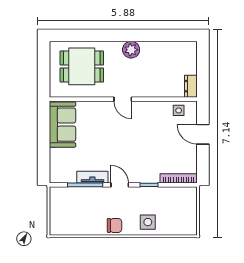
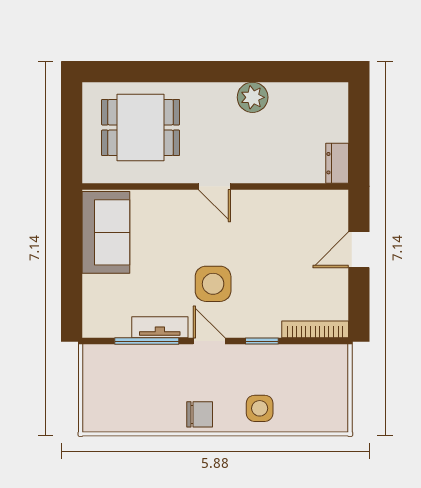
plant: (131, 50) -> (253, 97), moved
side table: (179, 110) -> (213, 284), moved, width x1.87, depth x1.87
door: (203, 134) -> (359, 250), hinge flipped

